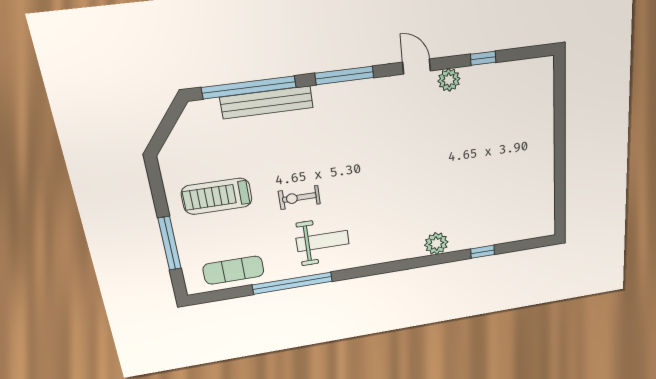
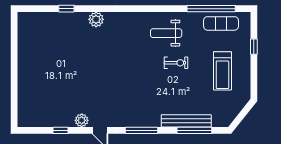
window: (249, 87) -> (194, 130), width x0.68
treadmill: (217, 196) -> (222, 71), turned 90
window: (170, 243) -> (254, 47), width x0.46
window: (292, 283) -> (211, 9), moved

